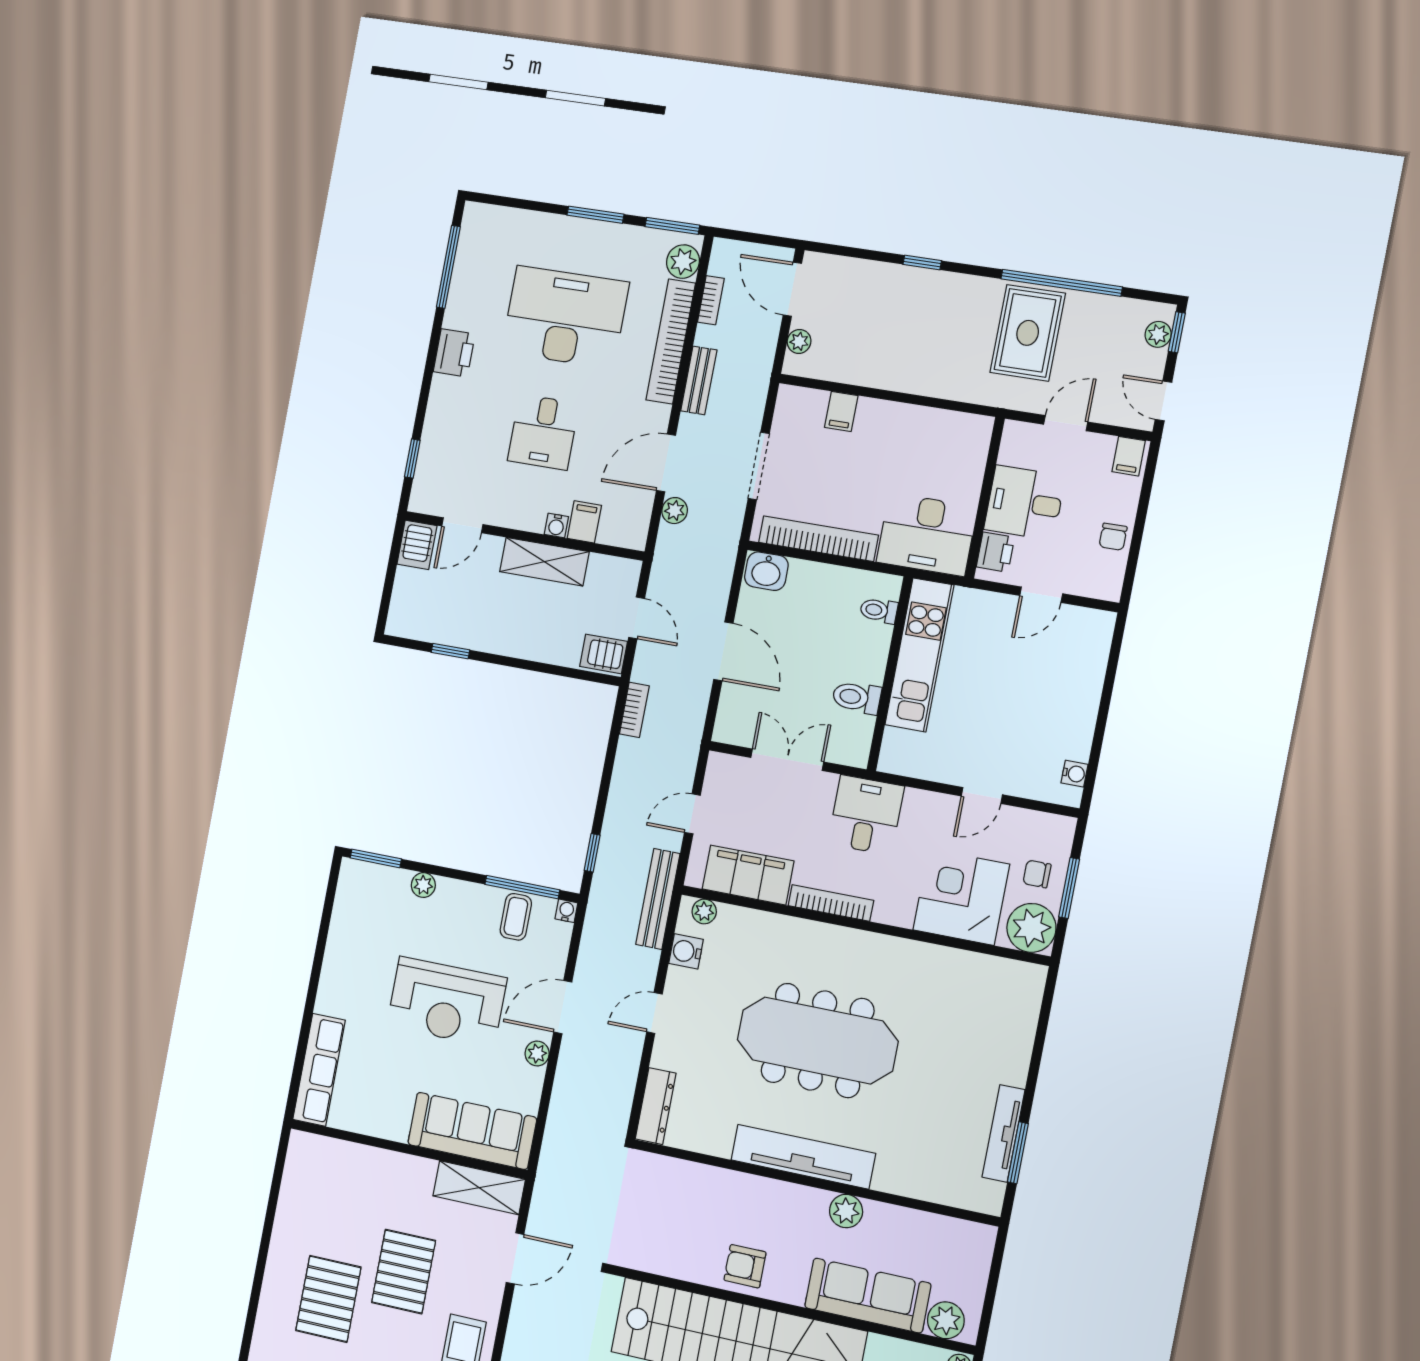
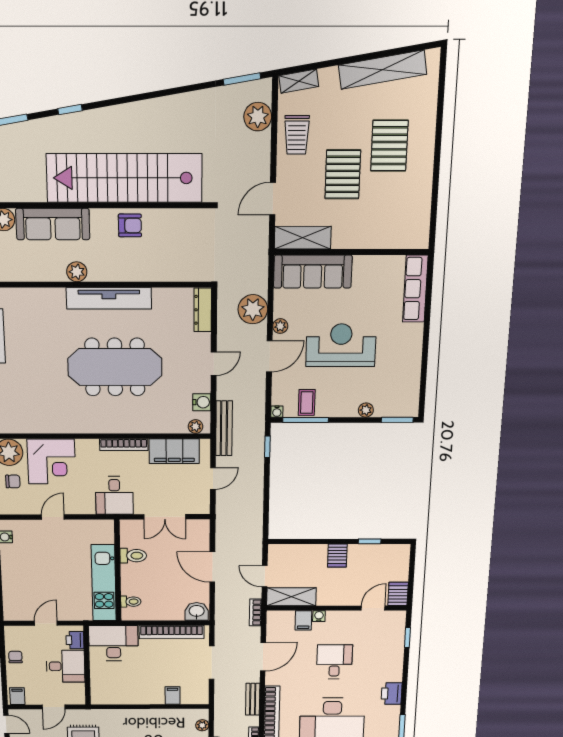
plant: (675, 511) -> (253, 309), moved, width x1.88, depth x1.88
shelving: (544, 562) -> (291, 597), moved
server rack: (604, 654) -> (337, 556), moved, turned 90
bookcase: (634, 710) -> (255, 613), moved

